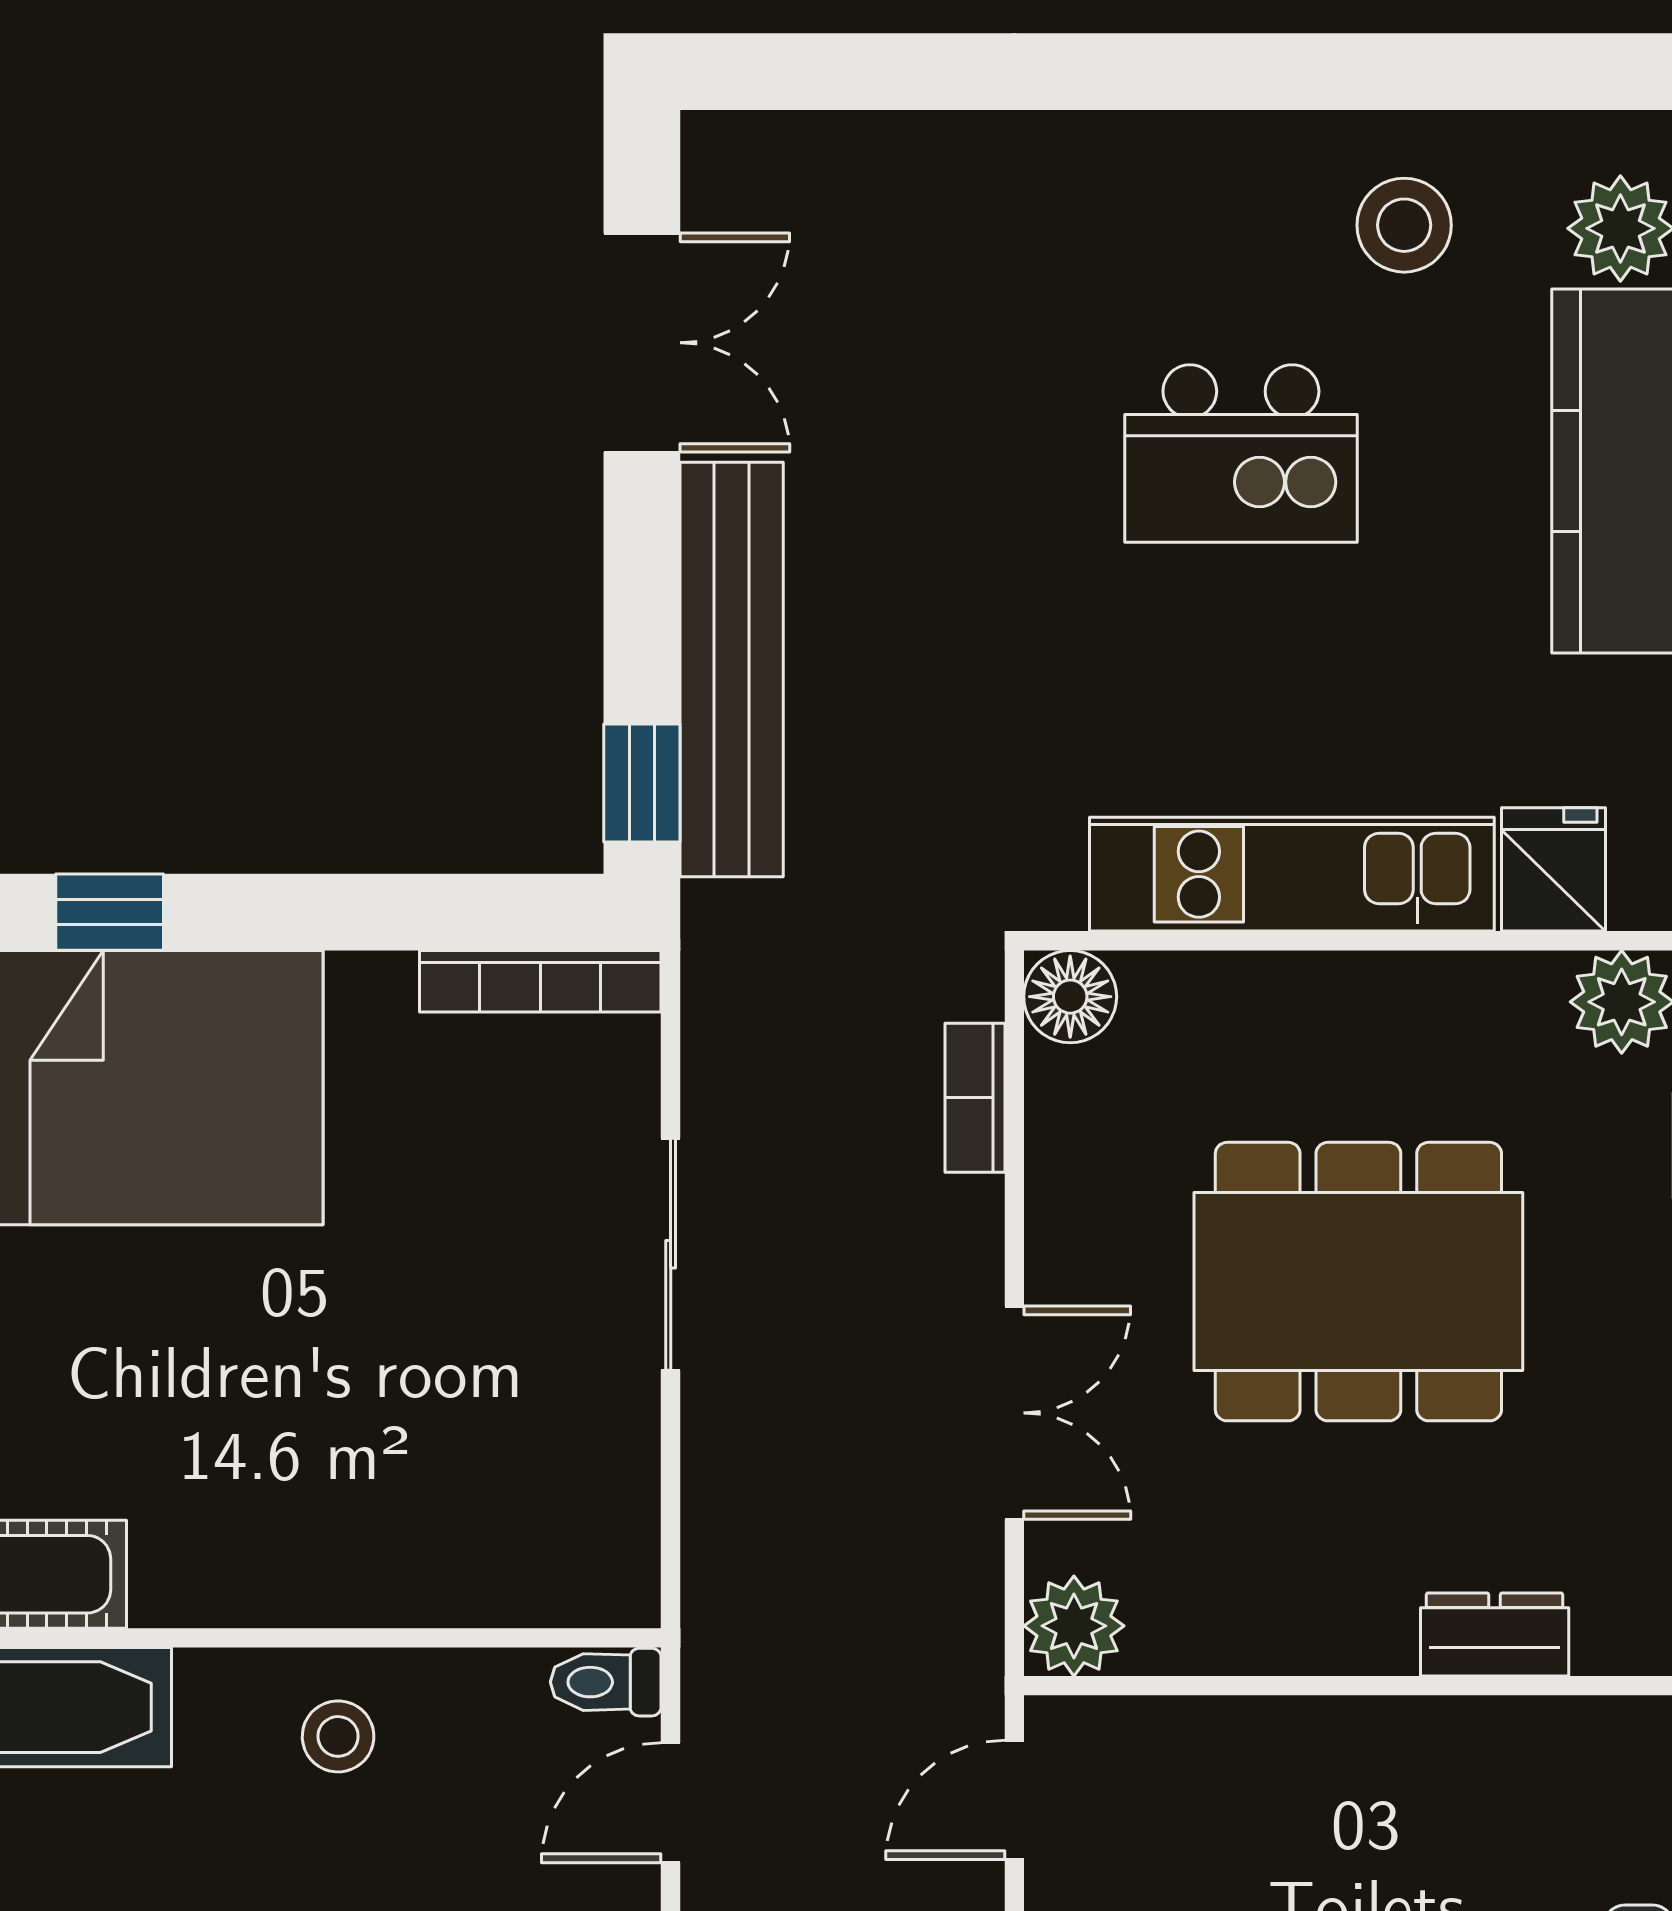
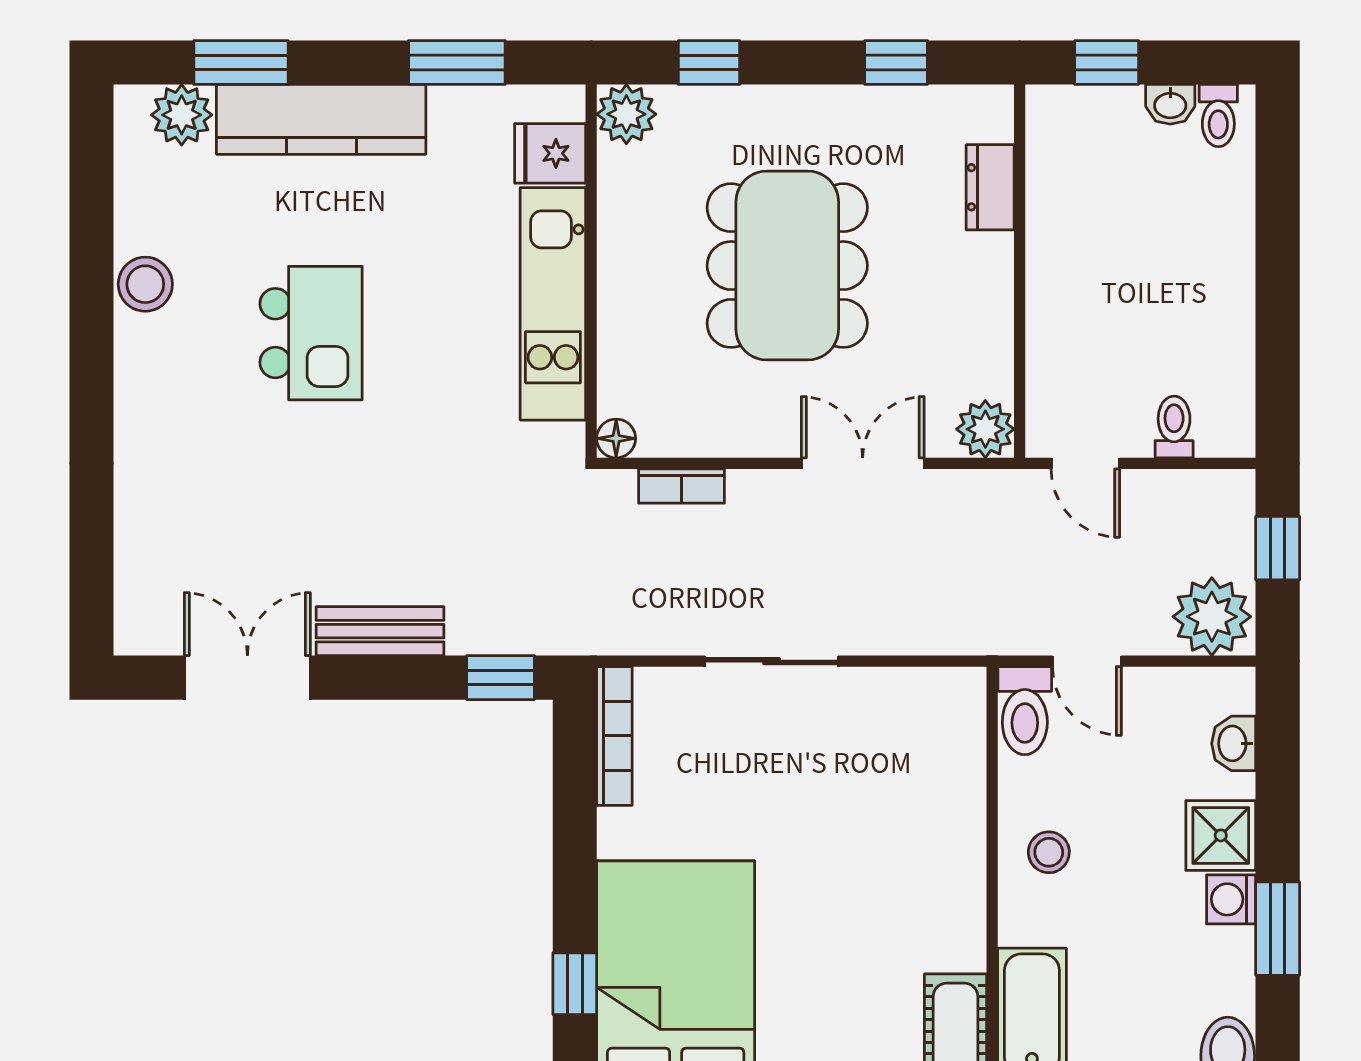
stool: (1404, 225) -> (145, 284), moved
bench: (732, 669) -> (380, 631), width x0.54, depth x0.82
floor lamp: (1070, 997) -> (616, 438), width x0.73, depth x0.73
toilet: (606, 1682) -> (1025, 711), width x1.37, depth x1.39

